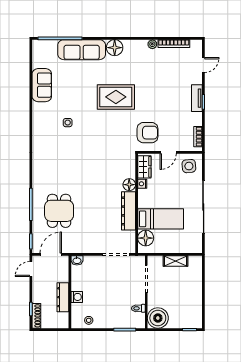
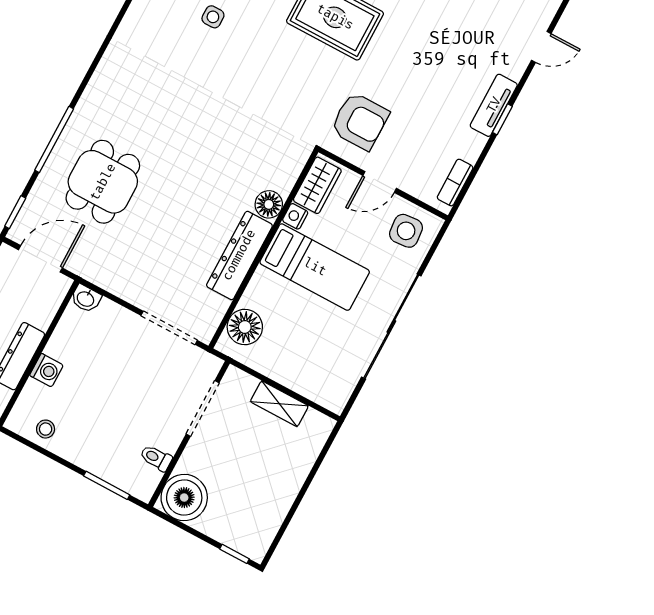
bed: (161, 219) -> (315, 267), moved

